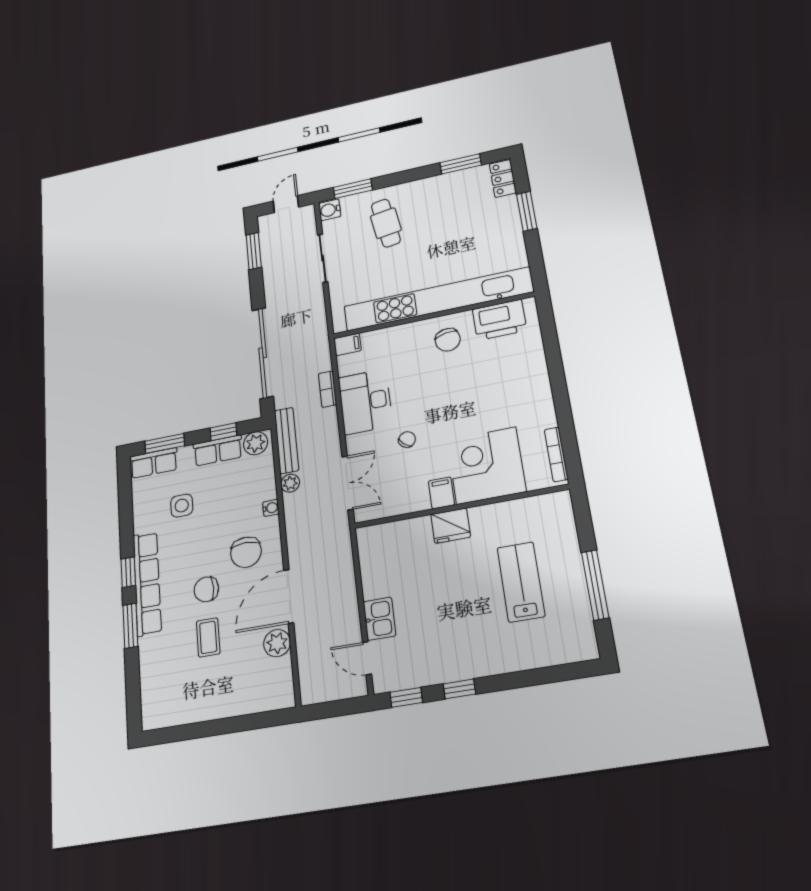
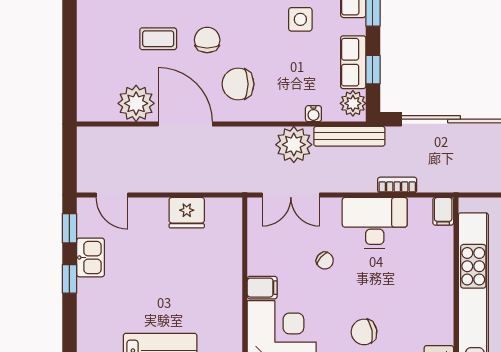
chair: (448, 340) -> (364, 332), moved
plant: (290, 483) -> (294, 145), width x1.87, depth x1.87
water cooler: (271, 508) -> (313, 114), moved
fridge: (451, 526) -> (187, 213), moved, turned -90
kitchen sink: (379, 619) -> (90, 257), moved, turned -90
plant: (277, 643) -> (136, 103), width x1.36, depth x1.36
door: (367, 658) -> (112, 195), swing flipped

